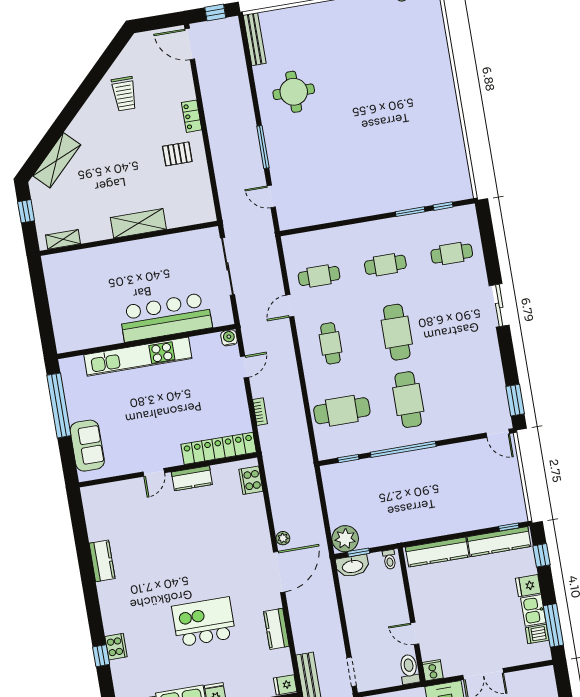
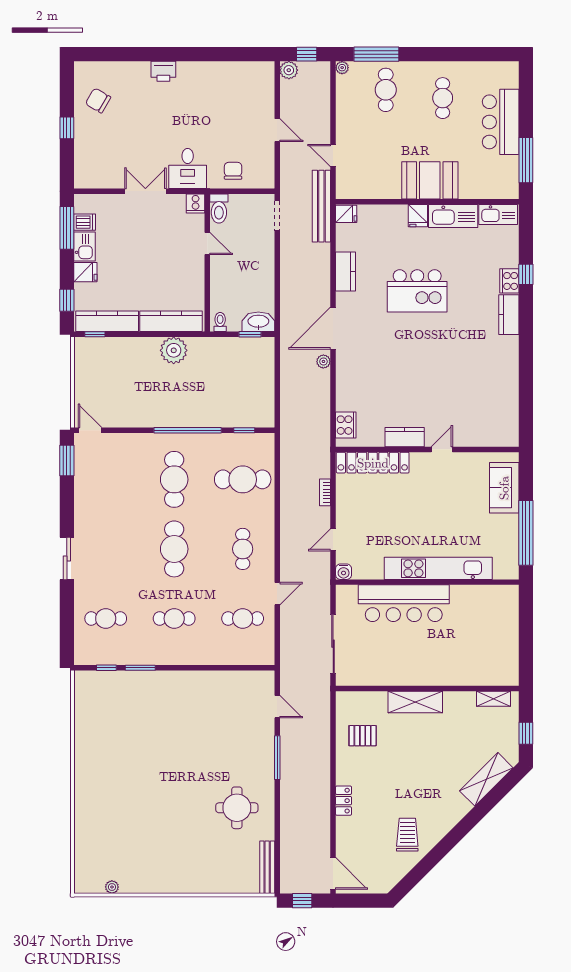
pallet: (177, 154) -> (363, 736), moved
plant: (345, 539) -> (174, 350), moved
kitchen counter: (102, 561) -> (509, 315), moved

